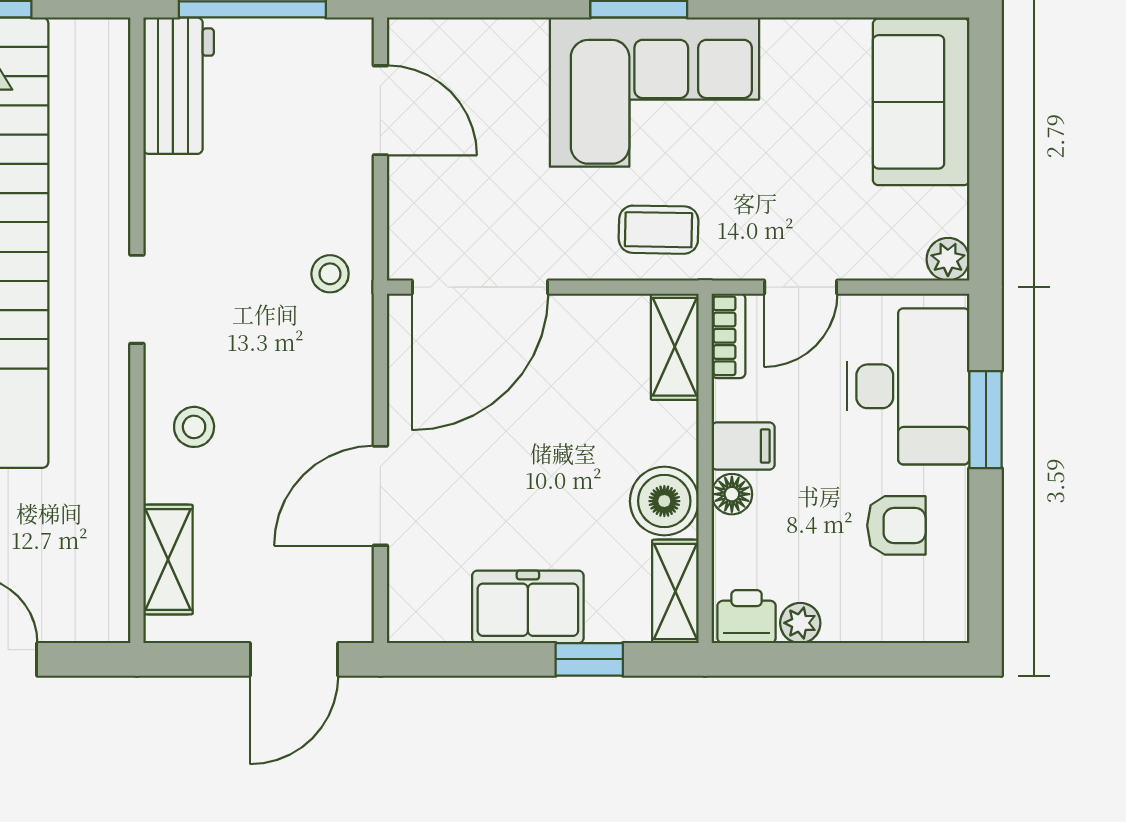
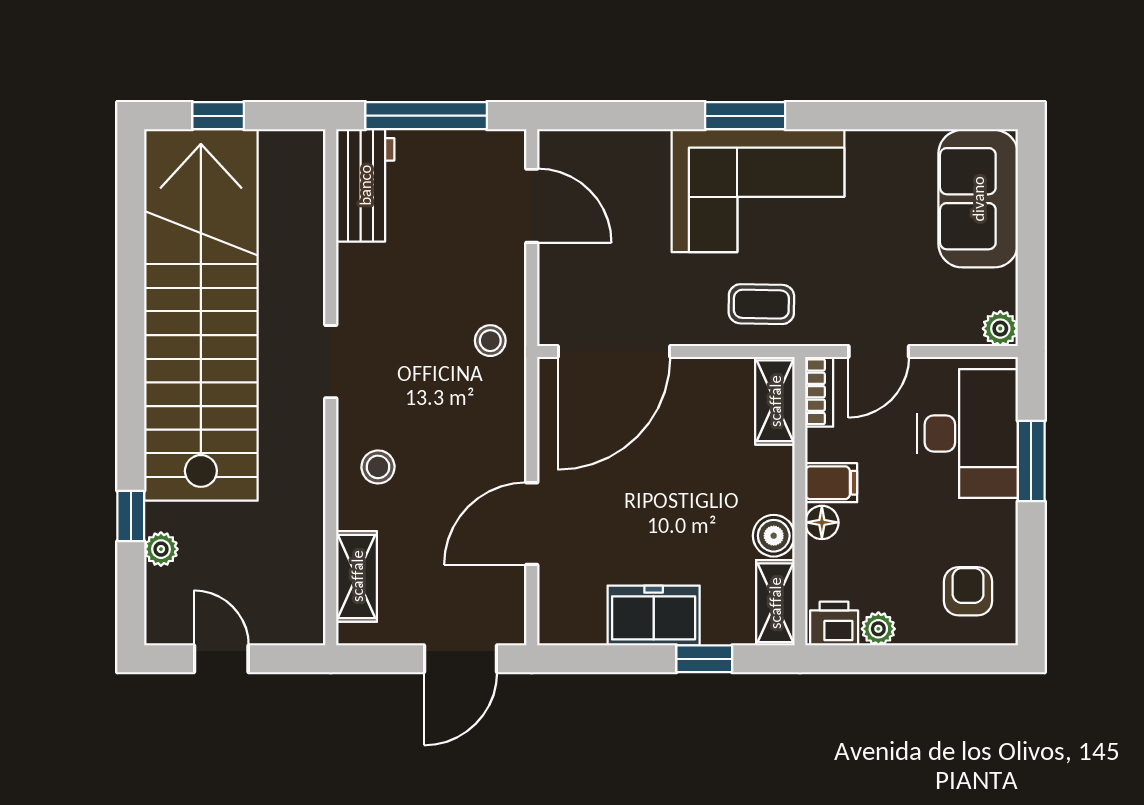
boiler: (664, 501) -> (774, 536), width x0.73, depth x0.73
armchair: (896, 525) -> (968, 591), moved, turned -90

